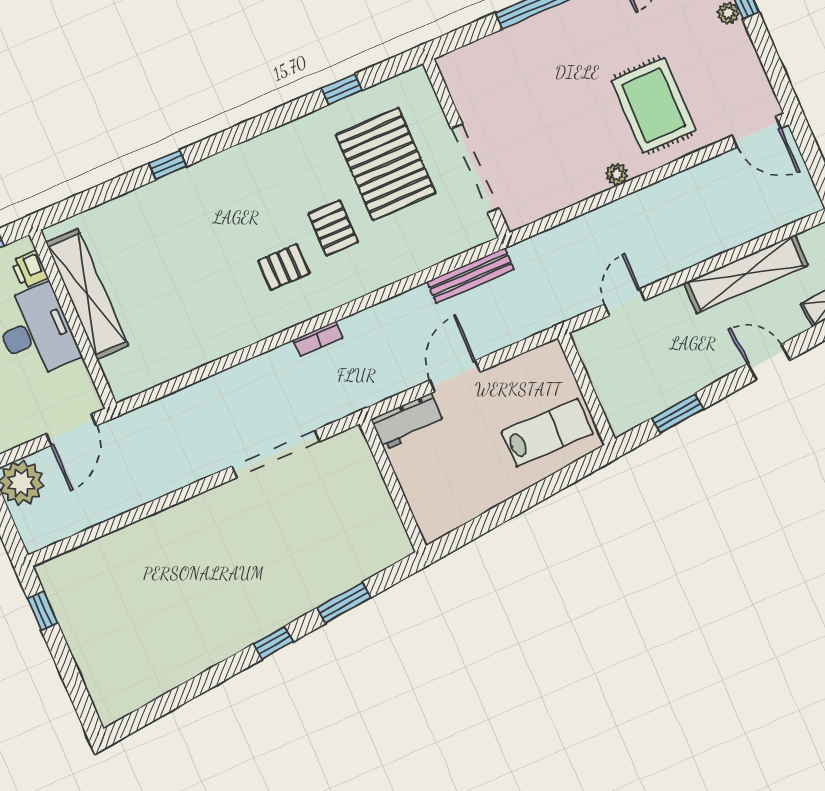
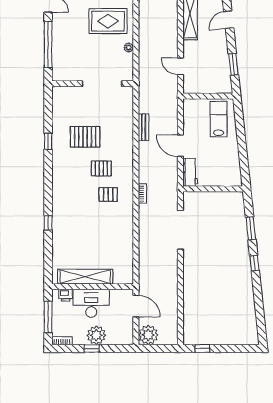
wall: (466, 148) -> (93, 84), moved
pallet: (386, 164) -> (85, 137), width x0.73, depth x0.71
doorway: (475, 168) -> (102, 84), moved
pallet: (284, 267) -> (108, 195), turned 90
bench: (471, 275) -> (144, 127), width x0.73

